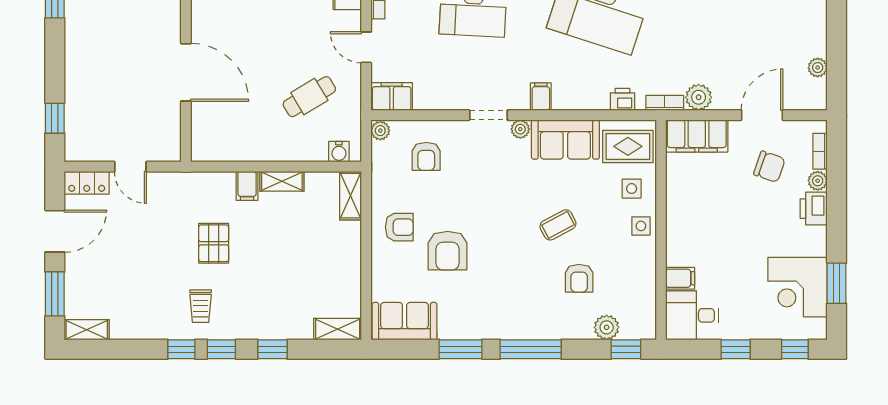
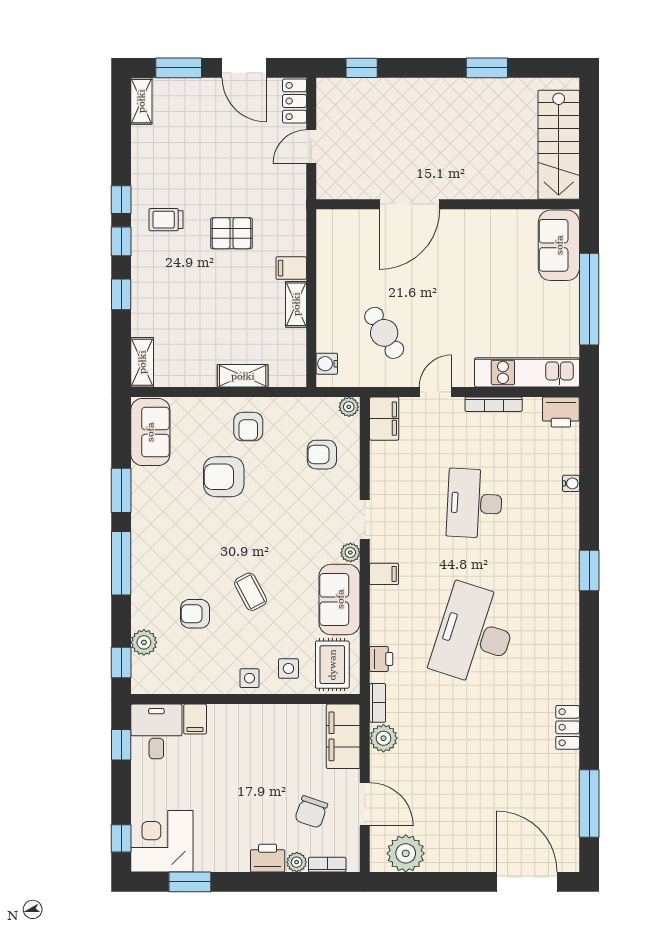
plant: (818, 68) -> (406, 853), width x1.88, depth x1.88
shelving: (351, 196) -> (243, 376), moved
corner desk: (798, 287) -> (162, 841), moved
window: (736, 349) -> (121, 745), moved

